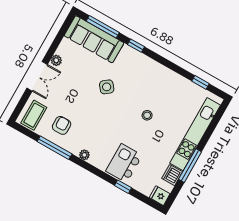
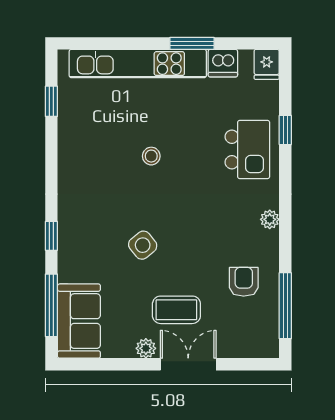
sofa: (94, 39) -> (79, 321), width x0.73
coffee table: (34, 115) -> (176, 310), moved
armchair: (62, 125) -> (244, 282), turned 91
window: (55, 148) -> (285, 306), moved
kitchen island: (124, 163) -> (247, 149), turned -90
window: (190, 166) -> (192, 43), width x0.69

